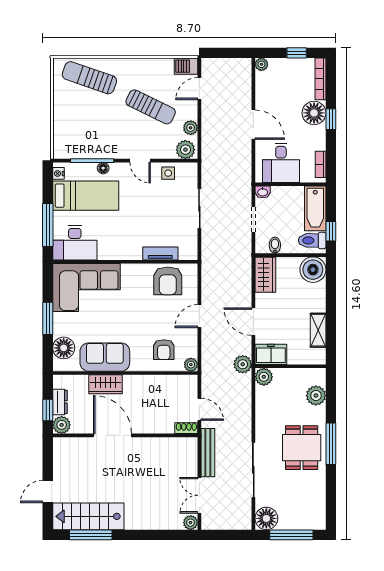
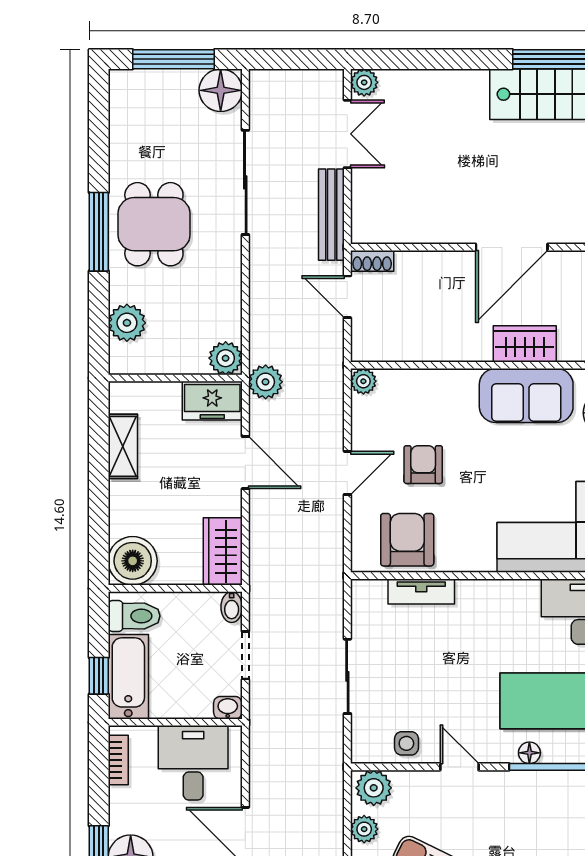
window: (331, 231) -> (99, 676), moved
bidet: (275, 245) -> (232, 607), moved
armchair: (164, 350) -> (423, 465), moved
door: (113, 435) -> (512, 247), hinge flipped

